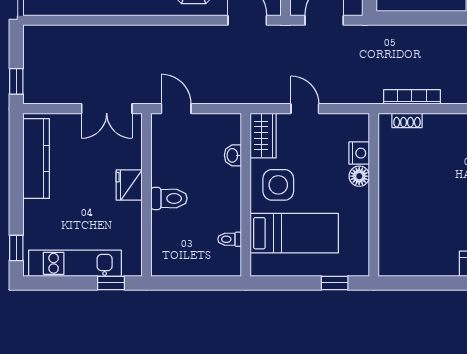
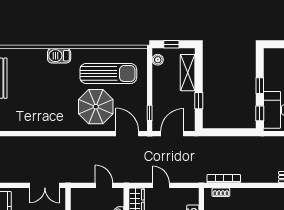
door: (176, 109) -> (104, 185), moved

